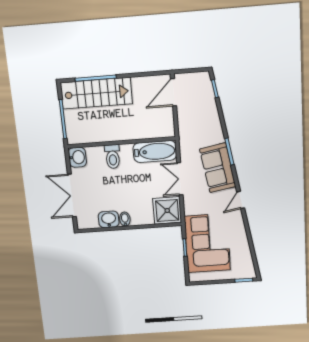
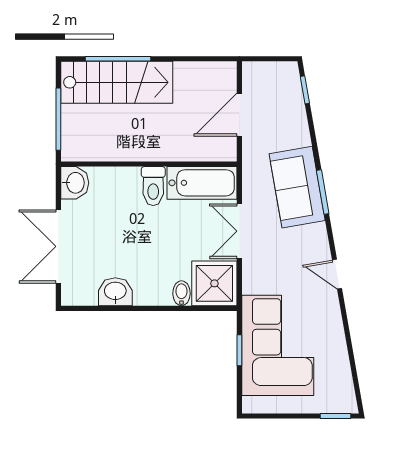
door: (174, 92) -> (239, 115), moved
toilet: (113, 157) -> (153, 186), moved
sofa: (218, 168) -> (297, 187), moved
door: (241, 200) -> (337, 274), hinge flipped
bidet: (125, 219) -> (181, 293), moved

